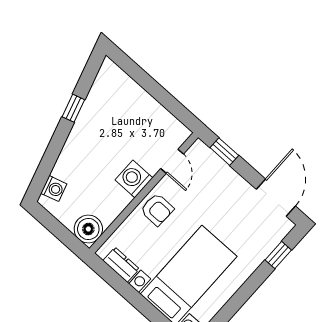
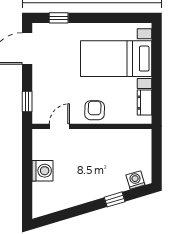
window: (73, 108) -> (115, 199), moved
washing machine: (134, 179) -> (43, 171), moved, turned -90
boiler: (88, 229) -> (141, 140), removed

